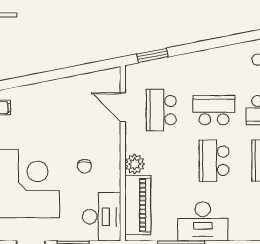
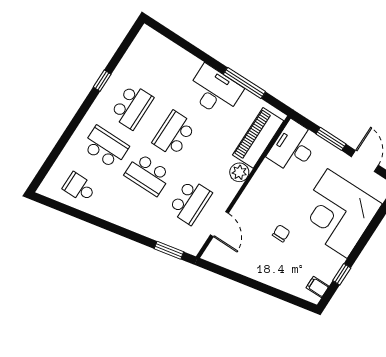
school desk: (214, 161) -> (174, 134), turned 180
chair: (84, 166) -> (281, 233), moved

